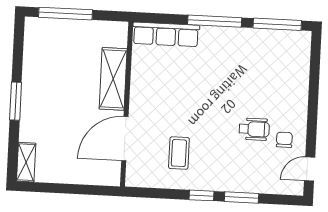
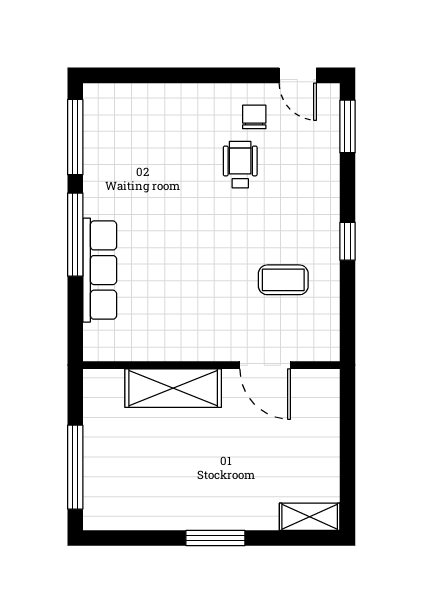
row of seats: (166, 34) -> (100, 270), moved
door: (125, 139) -> (265, 365), width x0.73
chair: (284, 140) -> (254, 117), turned 90
window: (241, 197) -> (347, 126), moved

